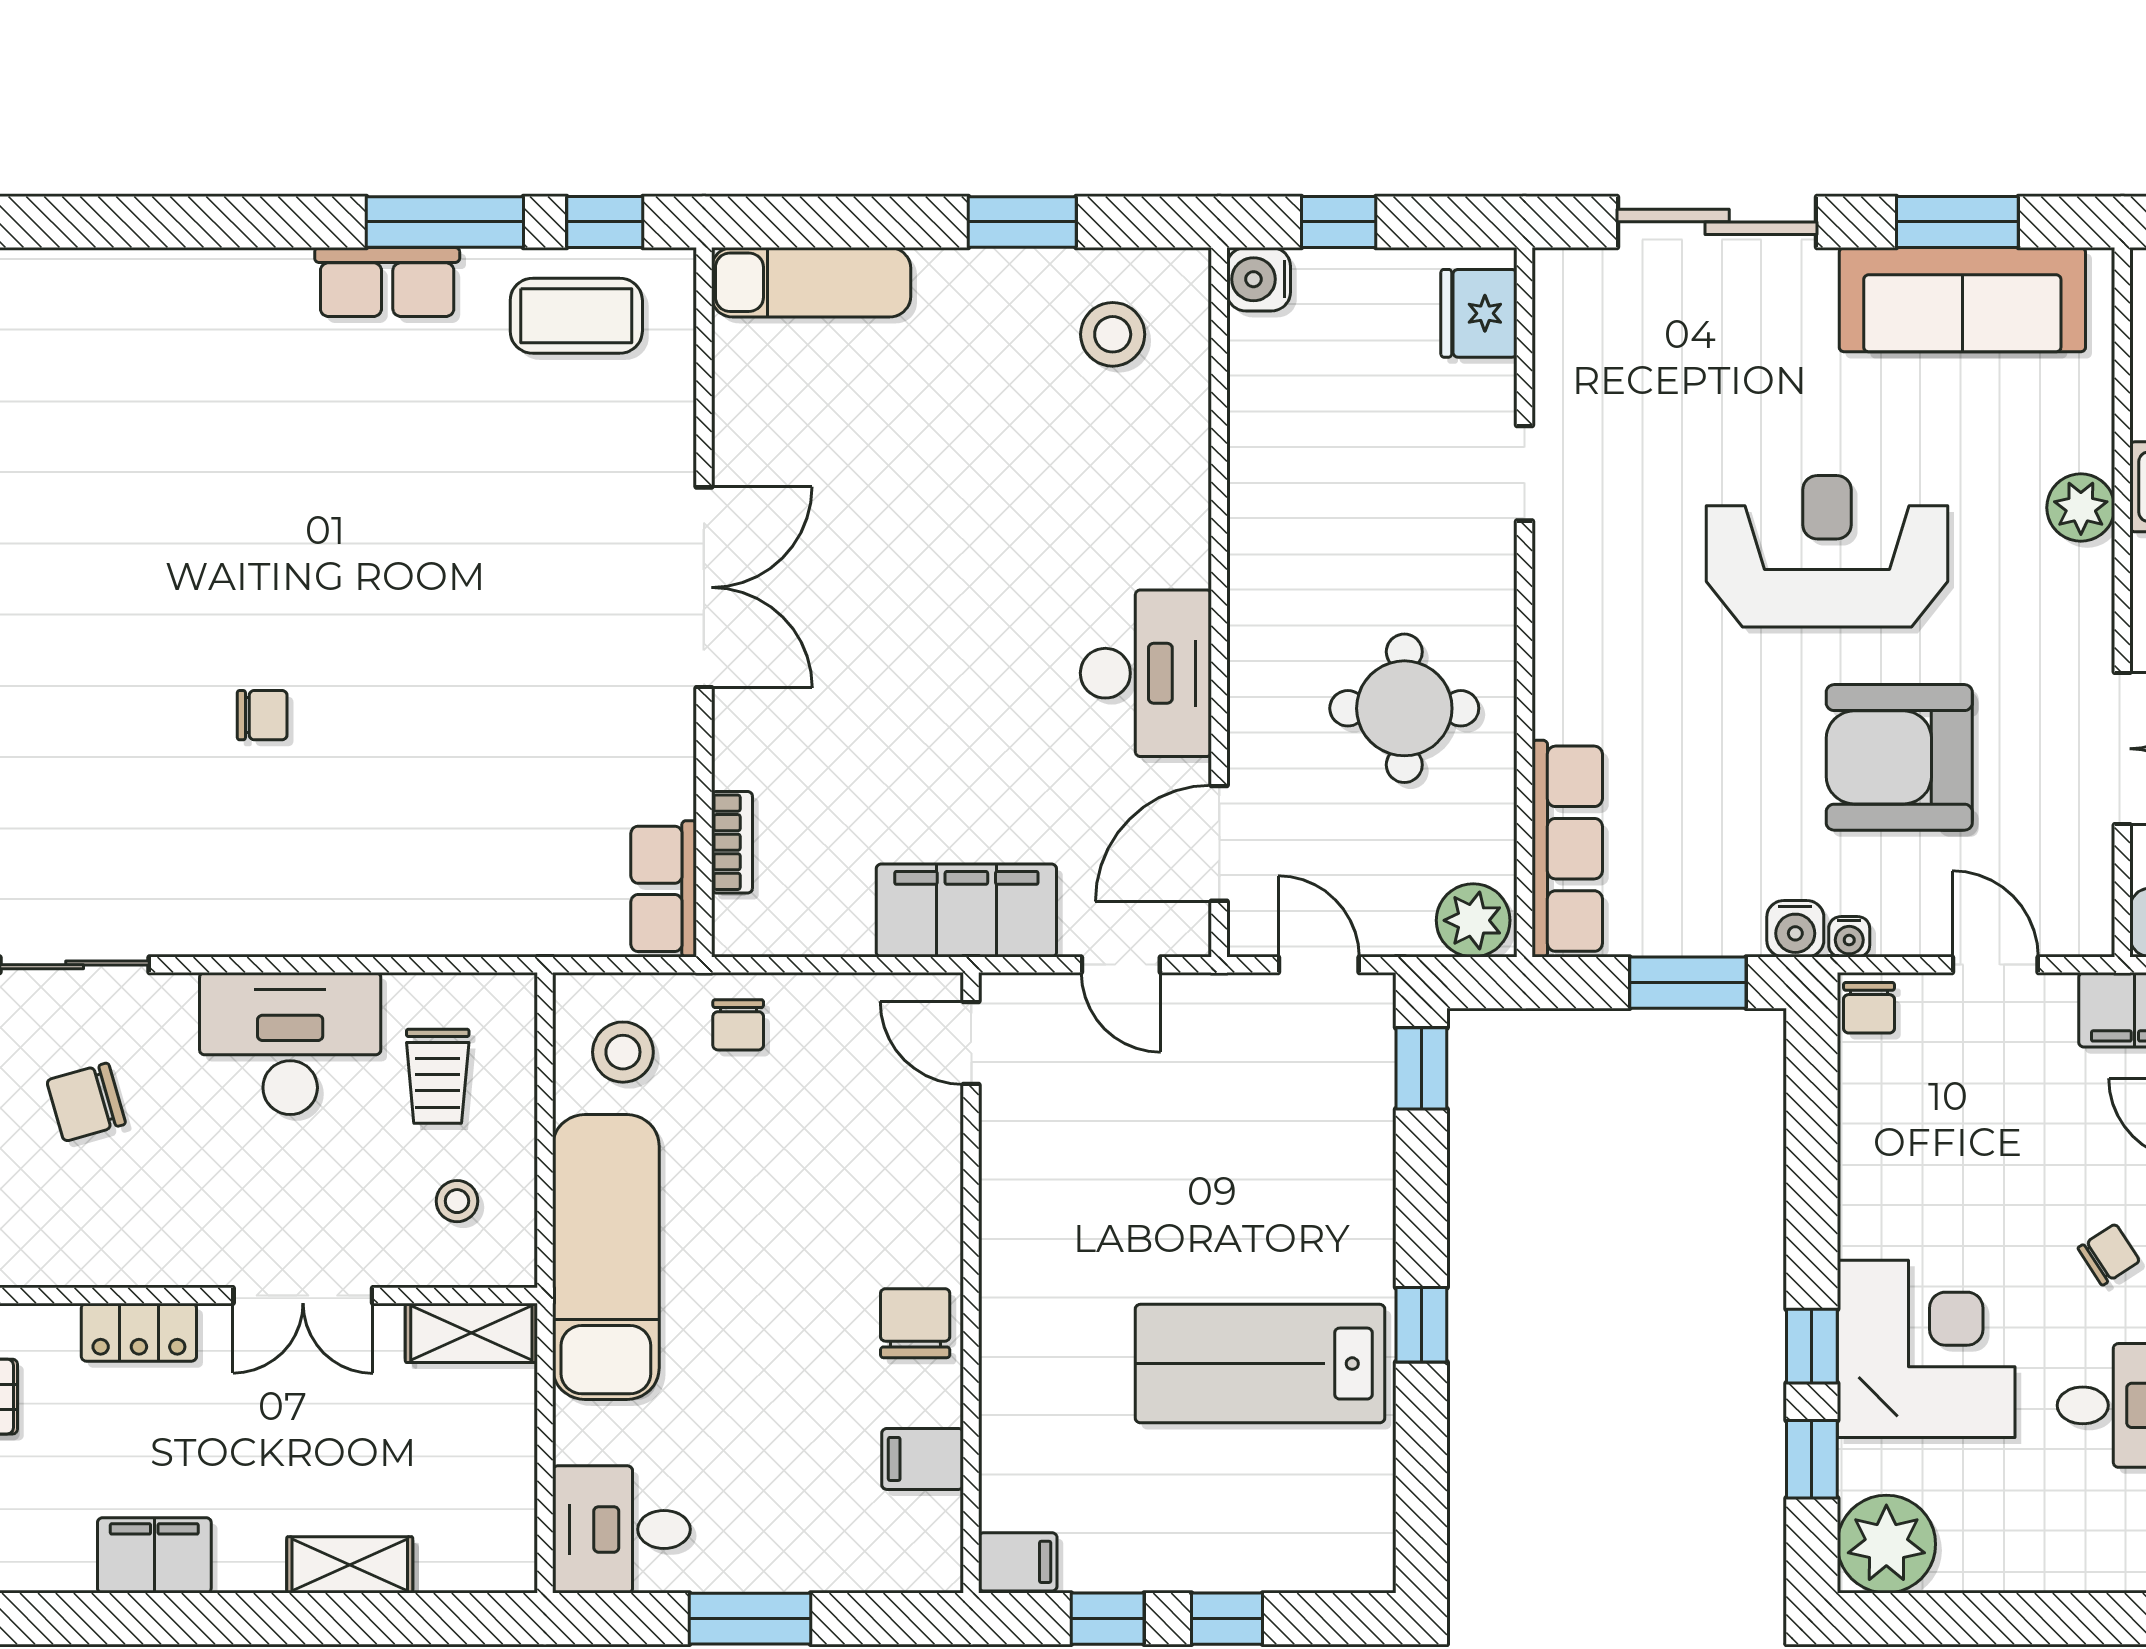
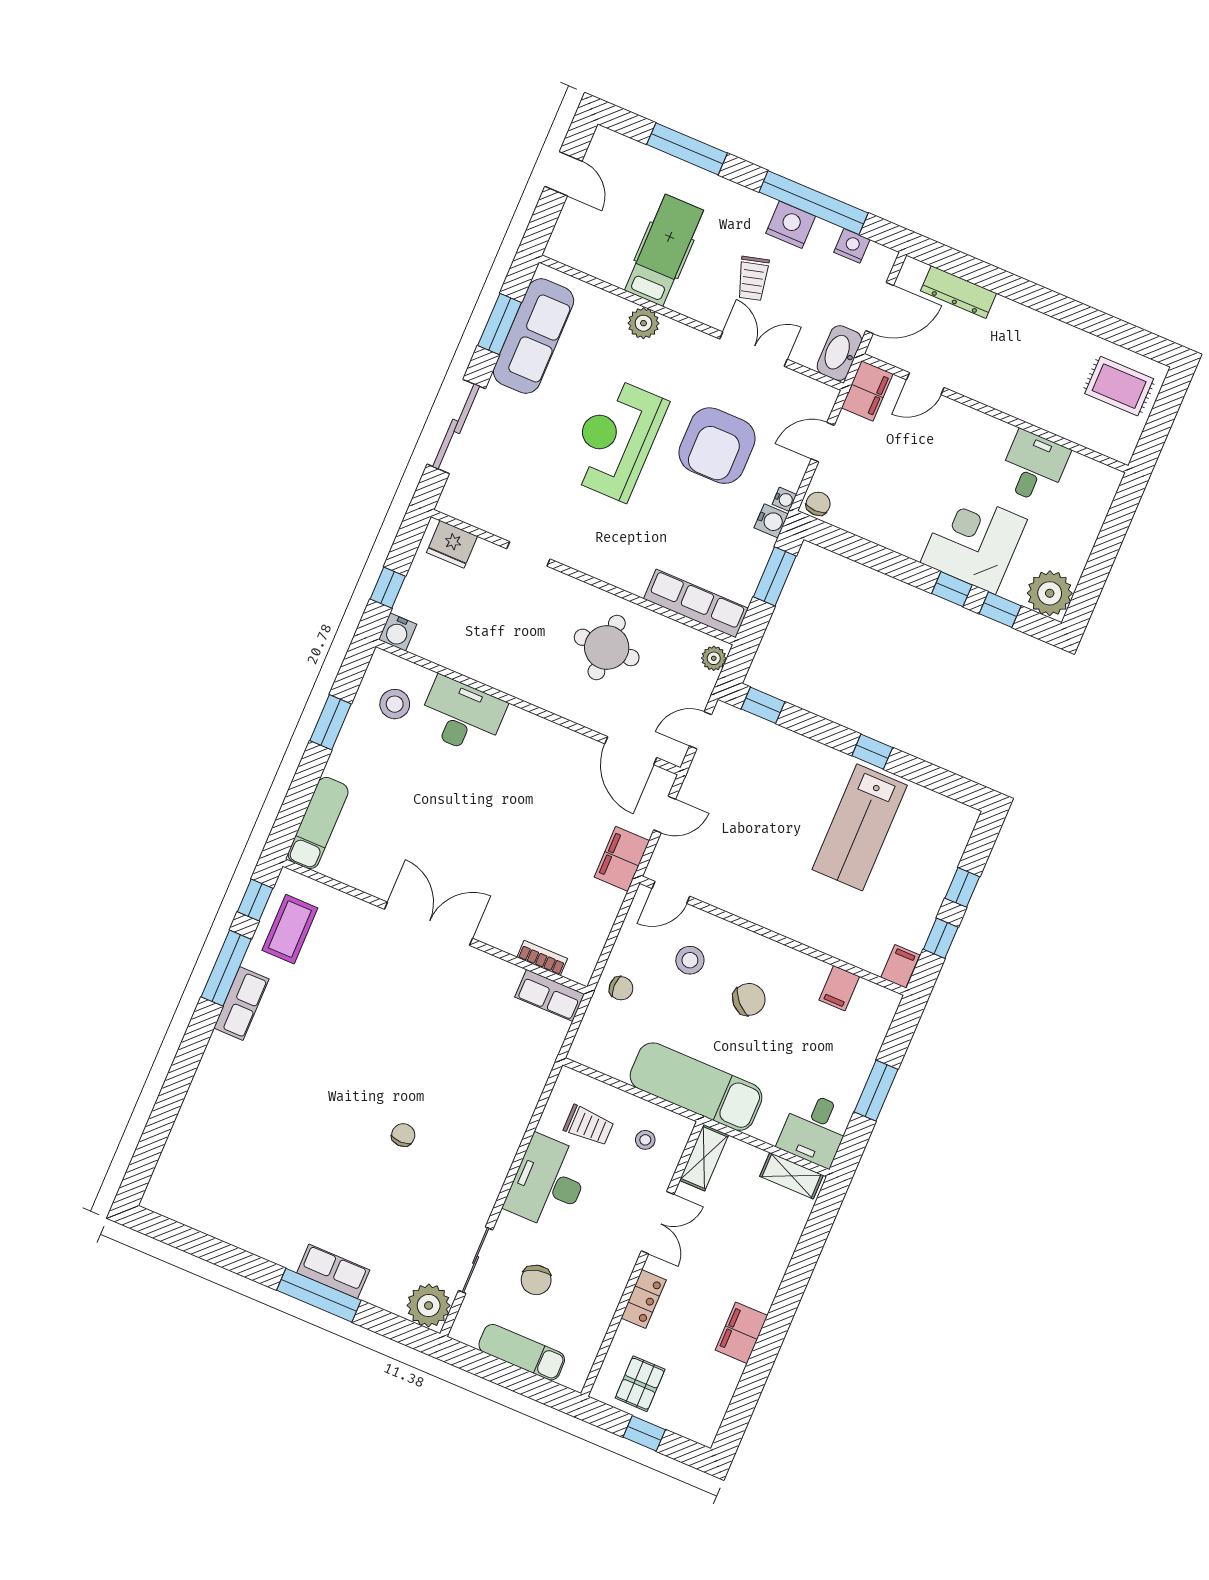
desk: (1146, 673) -> (462, 716), moved
filing cabinet: (966, 911) -> (622, 859), width x0.67, depth x0.86
plant: (1473, 920) -> (714, 658), width x0.73, depth x0.73
chair: (1869, 1008) -> (818, 504), turned -90
stool: (623, 1052) -> (690, 960), moved
chair: (2109, 1255) -> (967, 446), removed
chair: (915, 1323) -> (749, 999), moved, turned 136
shelving: (350, 1565) -> (791, 1176), moved, turned 90

